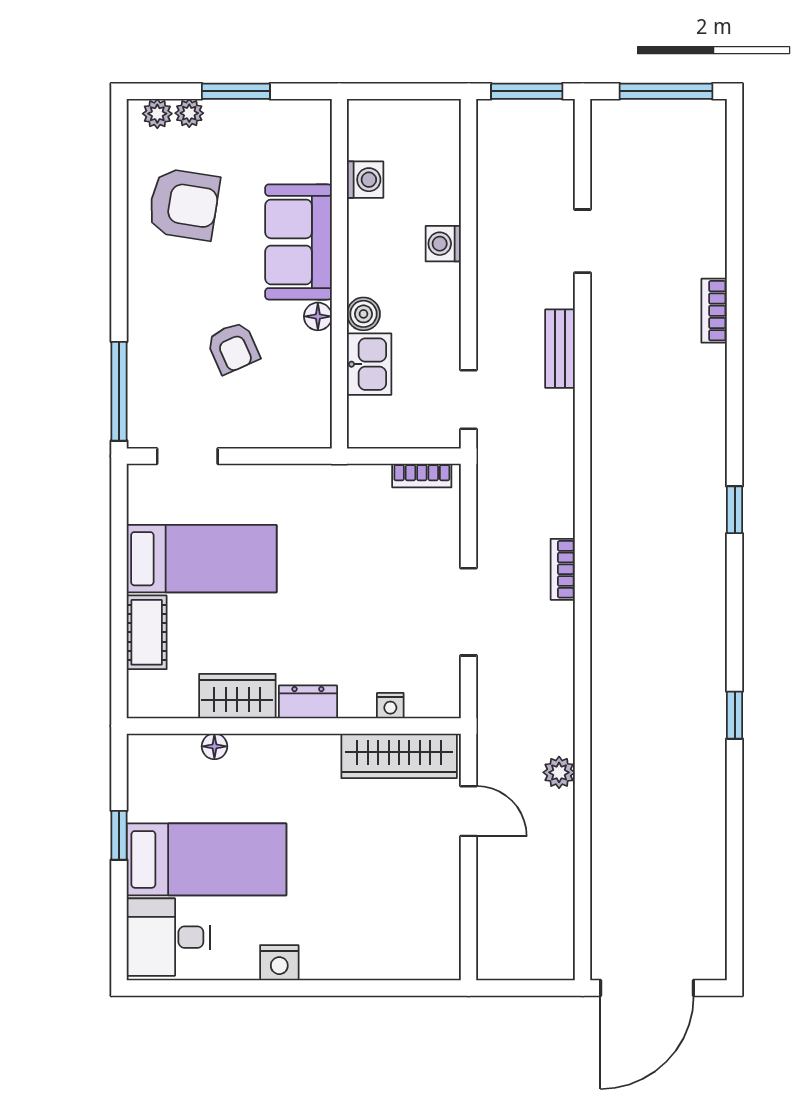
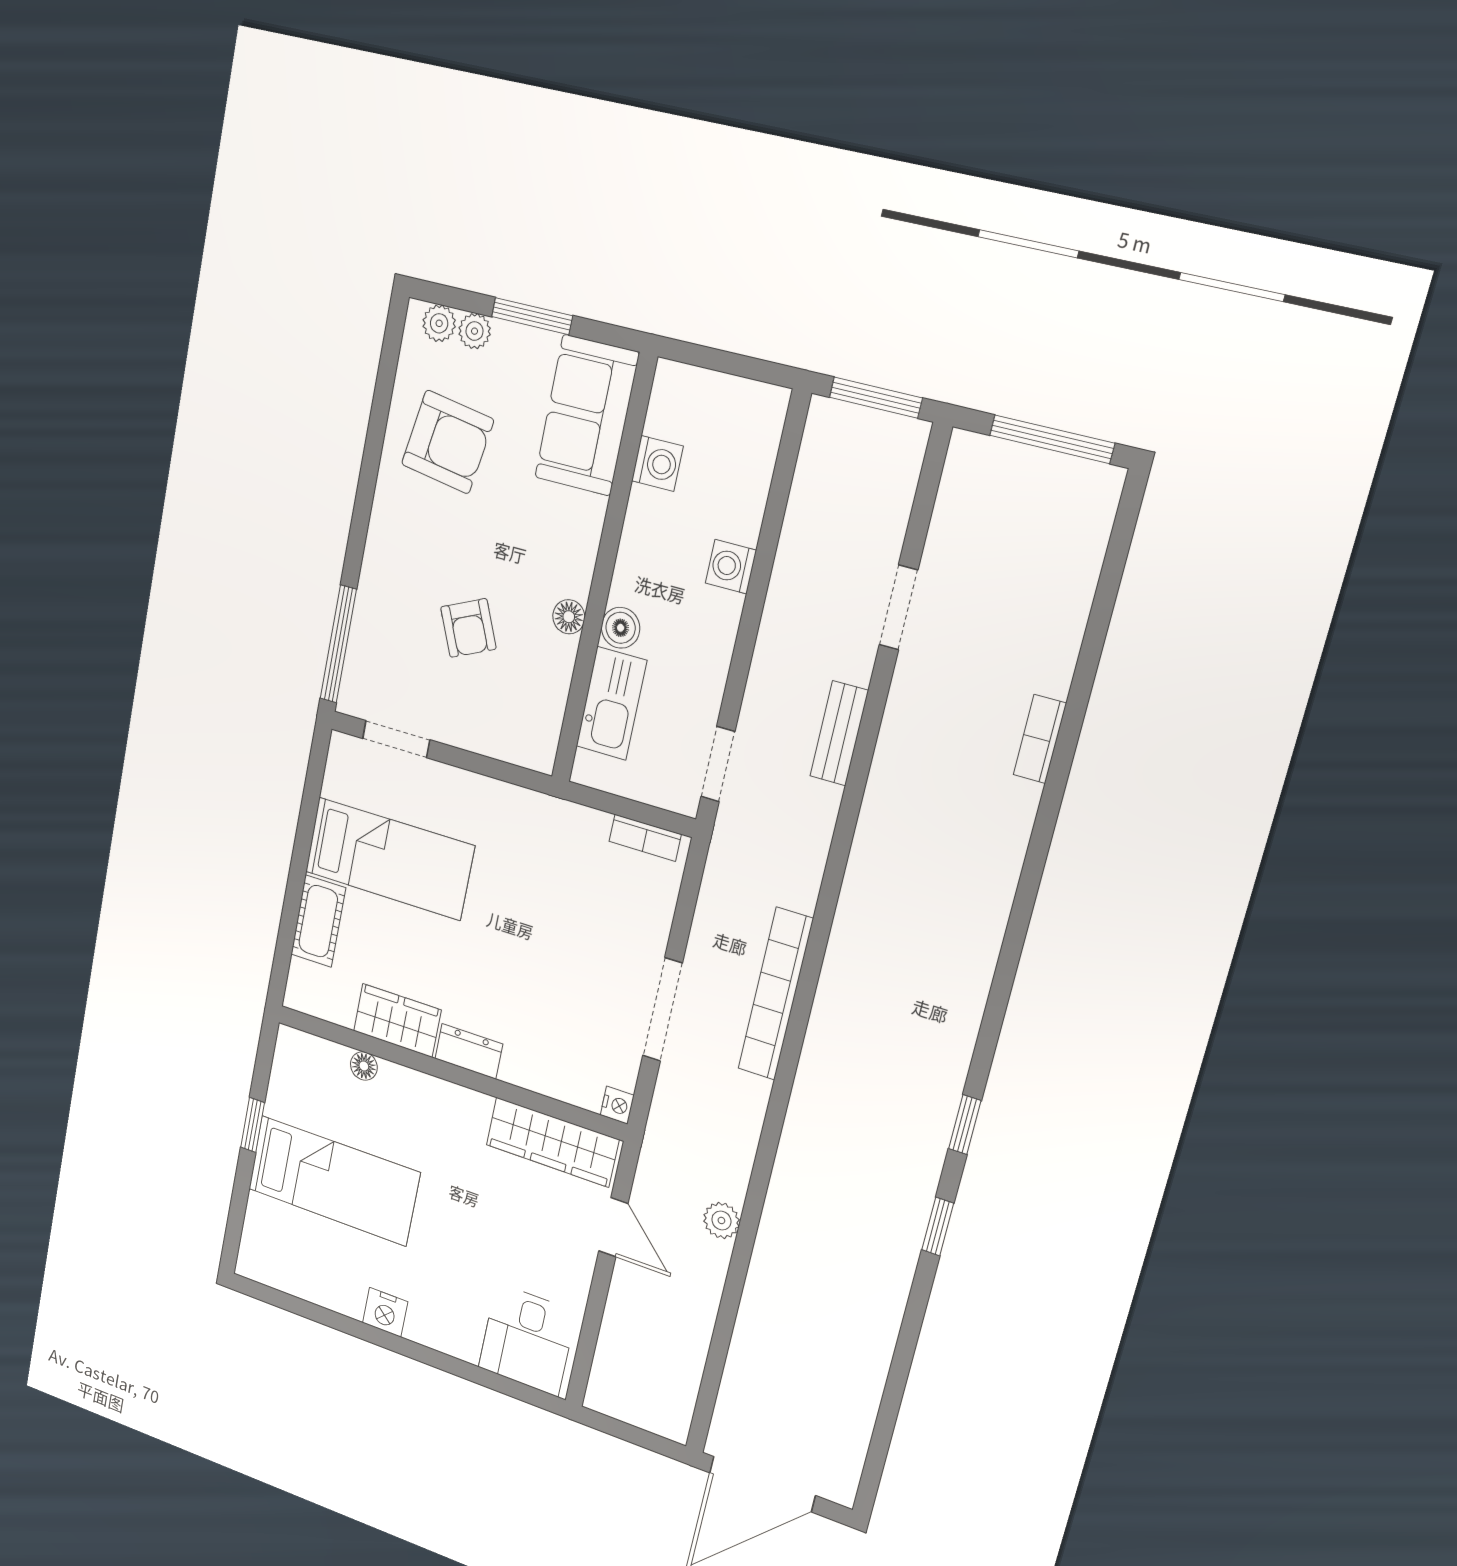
sofa: (298, 242) -> (587, 415), moved
kitchen sink: (369, 364) -> (611, 703), width x1.38
window: (735, 510) -> (965, 1125), moved
bookcase: (563, 569) -> (775, 994), width x2.31, depth x1.31
nightstand: (390, 706) -> (617, 1105), moved, turned -90
desk: (168, 937) -> (527, 1340), moved, turned -90

